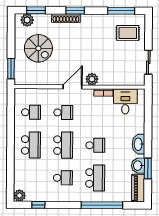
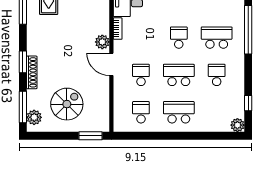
window: (36, 10) -> (23, 107), width x1.44

